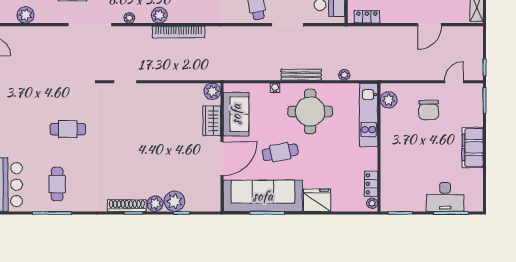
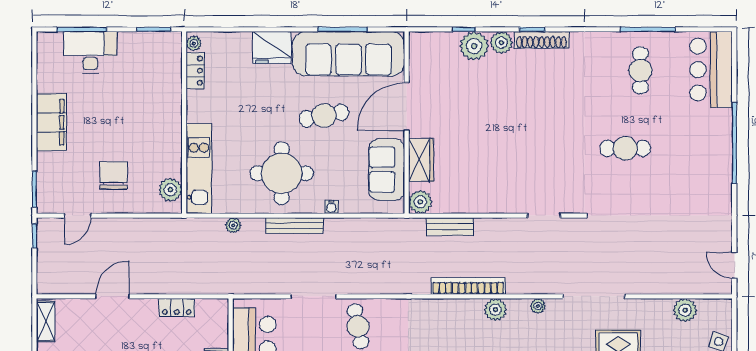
locker: (367, 17) -> (177, 308), moved
bench: (191, 74) -> (450, 227), added

